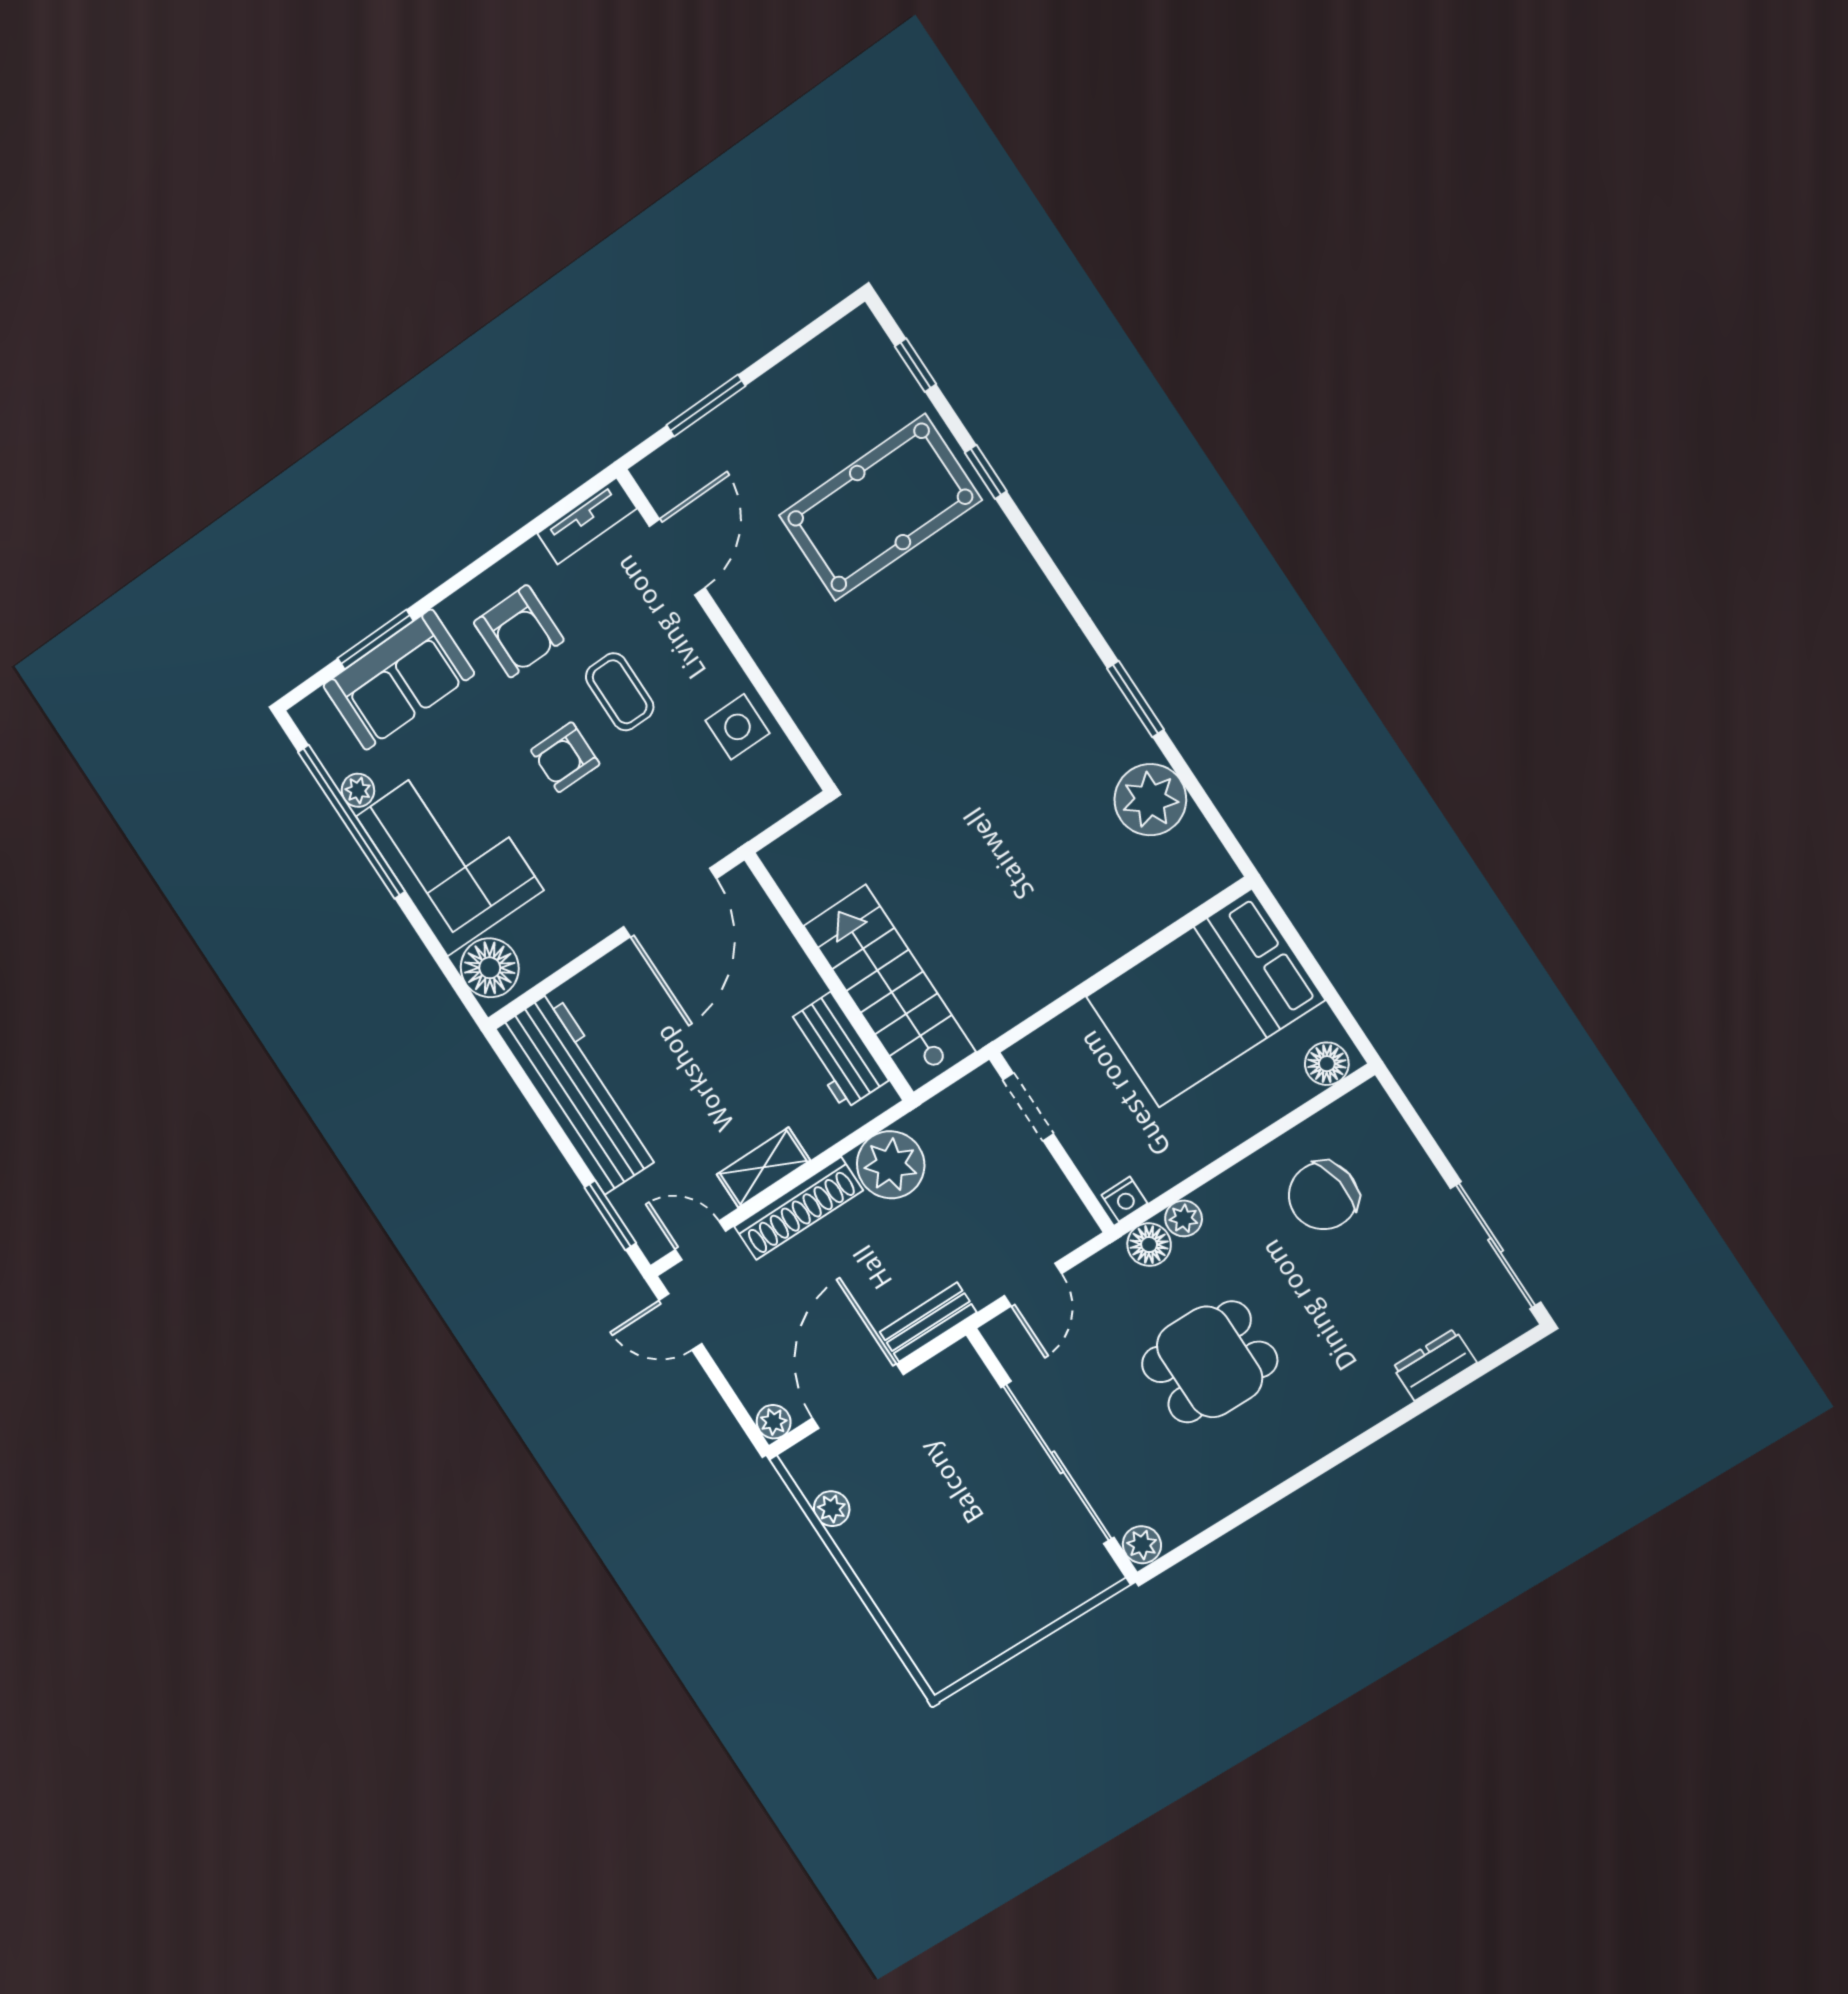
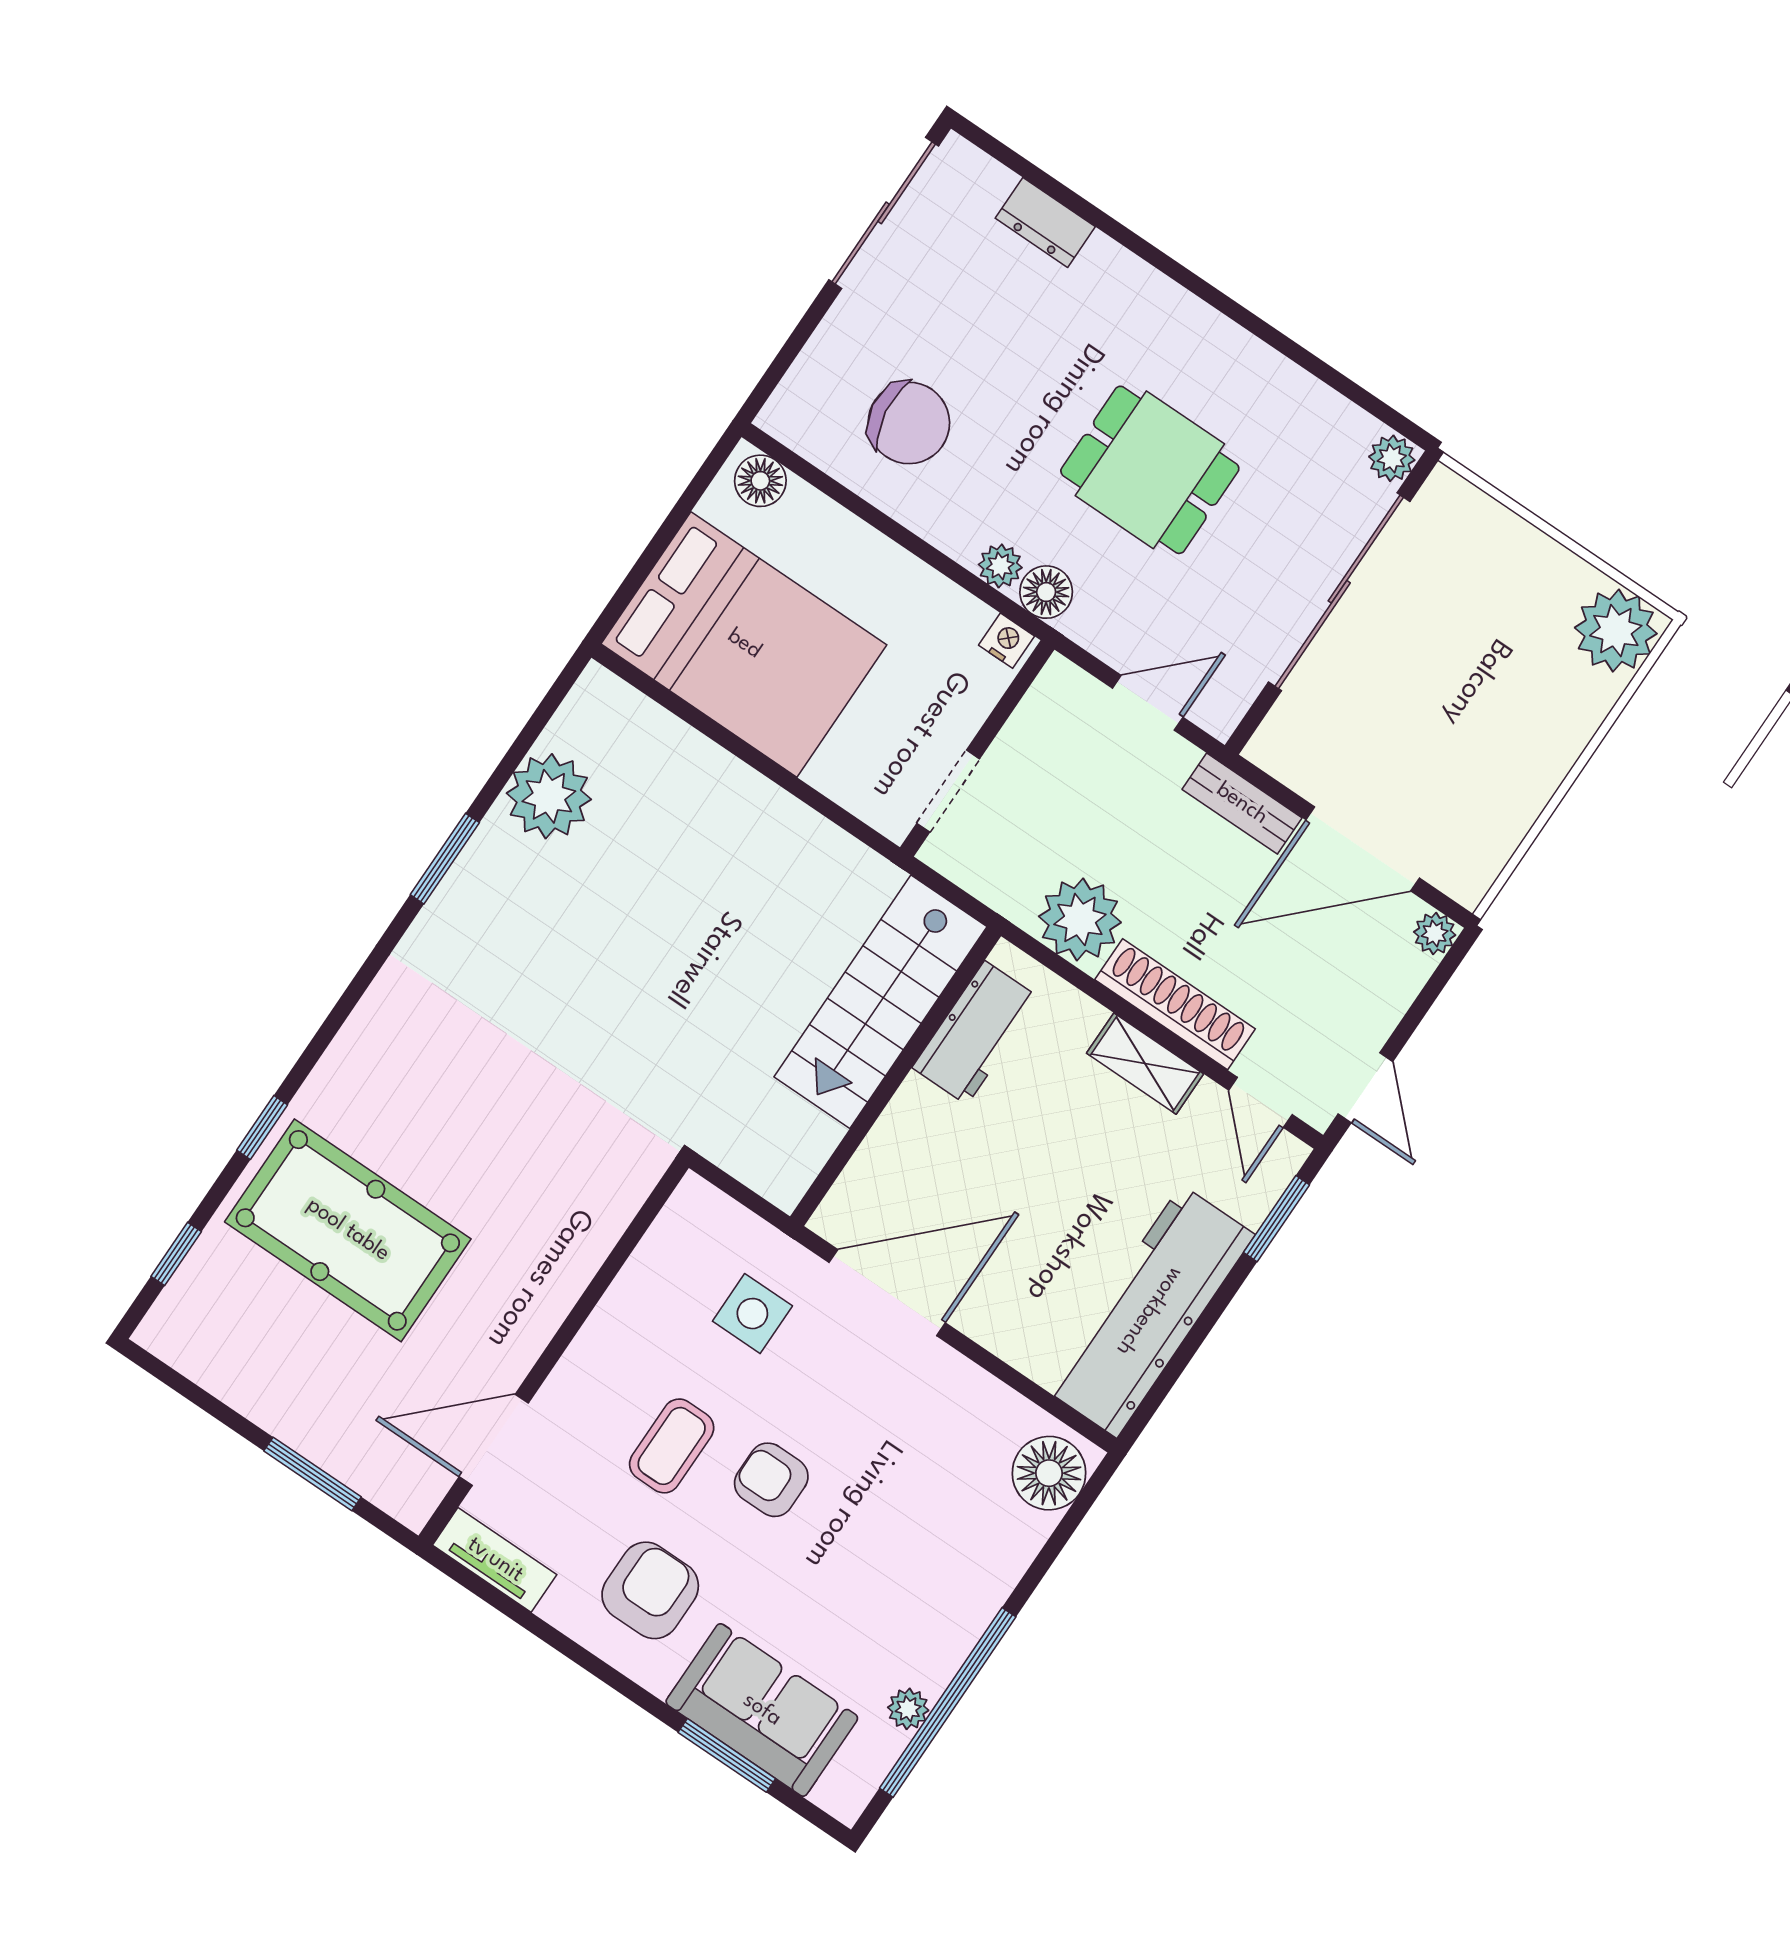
side table: (737, 727) -> (752, 1314), moved
armchair: (565, 757) -> (771, 1480), turned 180
corner sofa: (450, 853) -> (937, 1572), removed
plant: (832, 1509) -> (1616, 631), moved, width x1.87, depth x1.87

